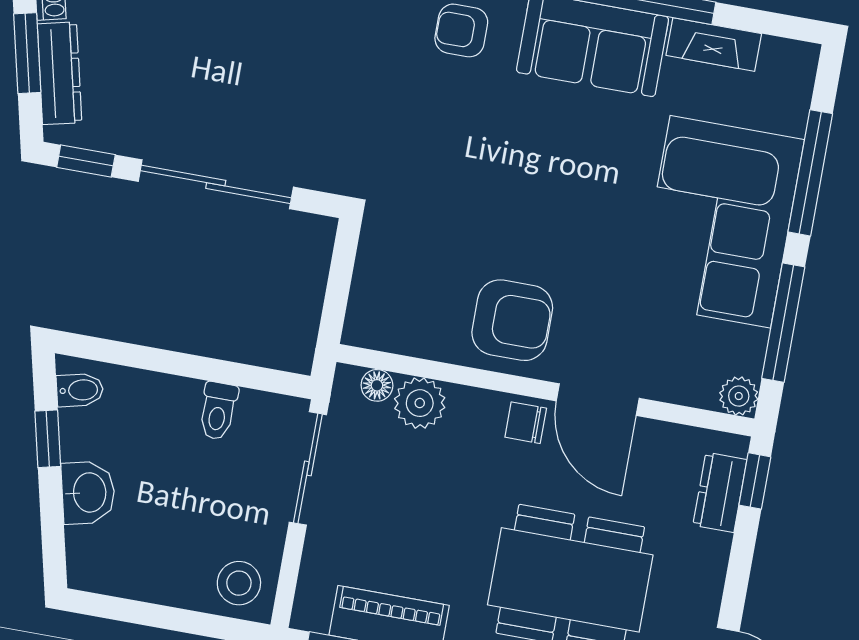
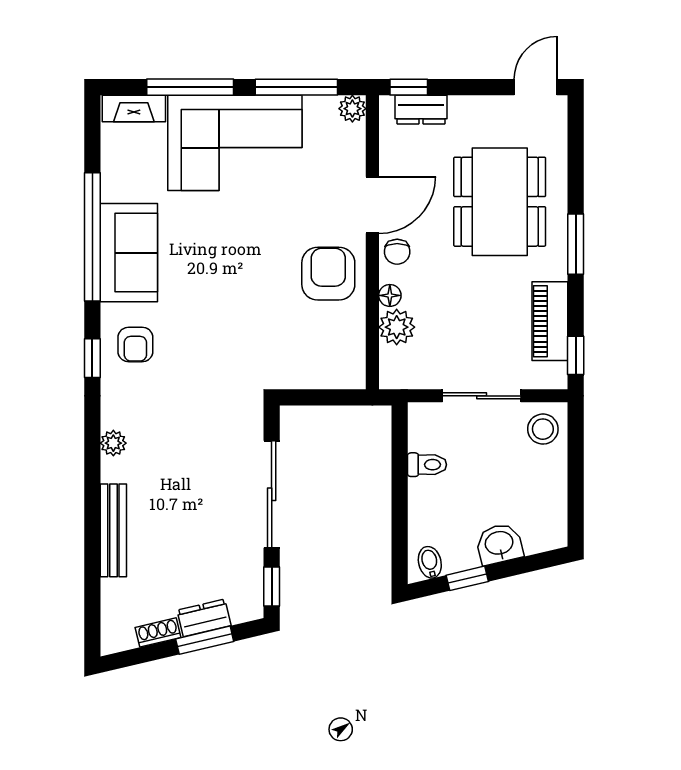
fireplace: (714, 44) -> (134, 108), moved, turned 90
dresser: (60, 73) -> (204, 618), width x0.70
floor lamp: (377, 385) -> (390, 295), moved
sliding door: (308, 468) -> (482, 396), moved

